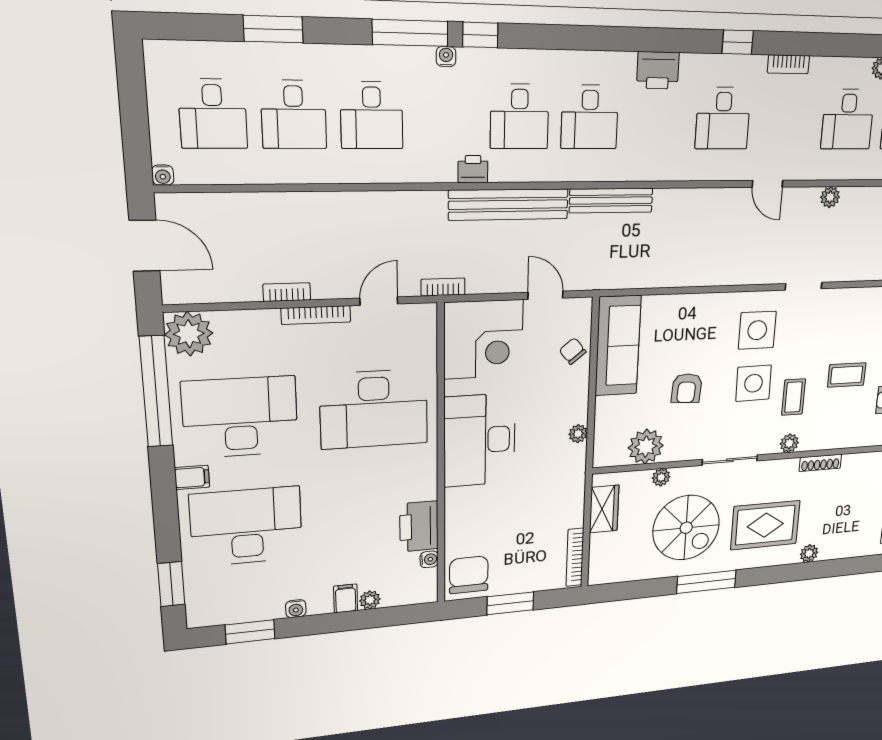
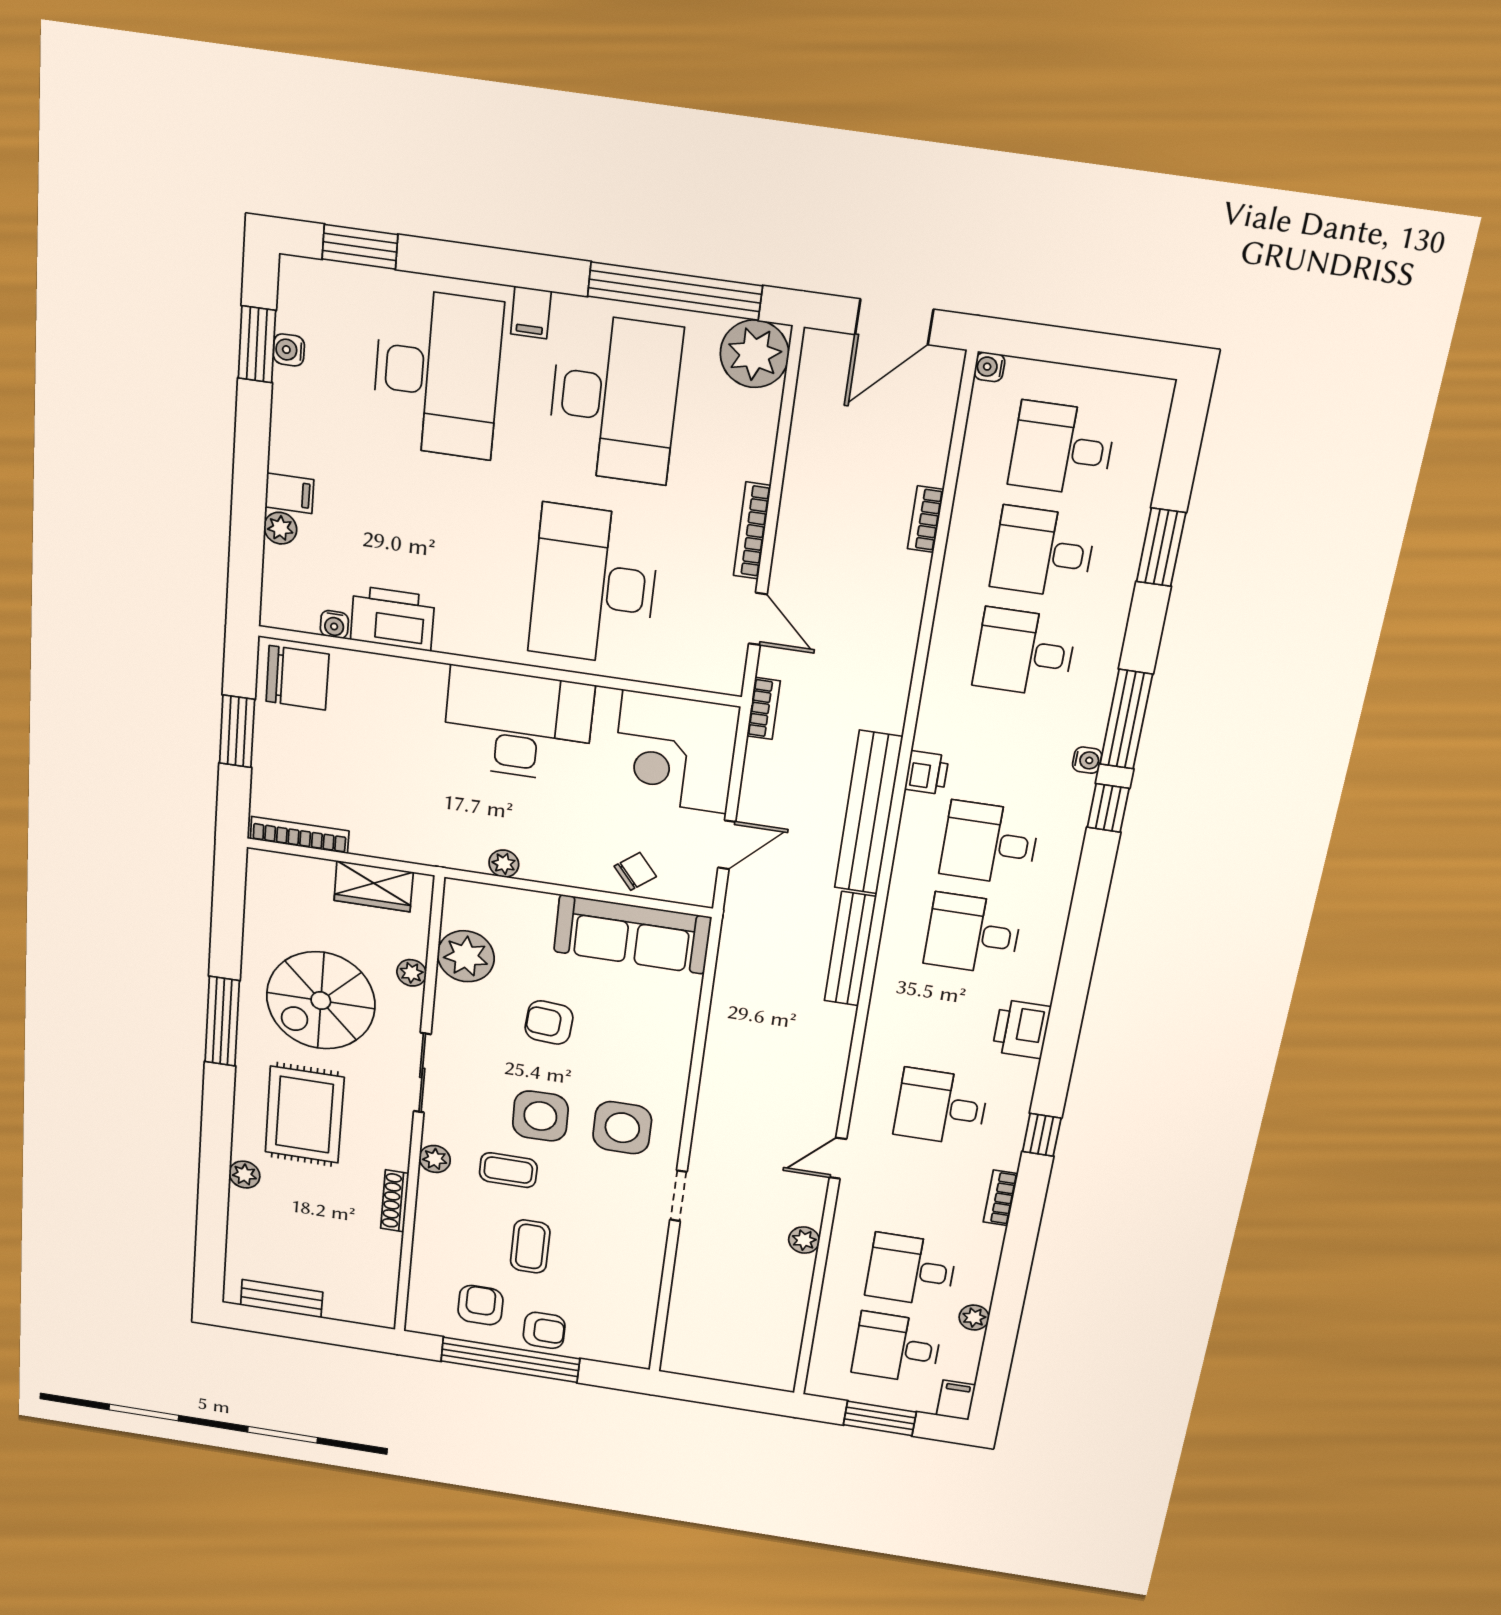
bookcase: (287, 292) -> (926, 519), moved, turned 180
water cooler: (296, 609) -> (289, 350), moved

